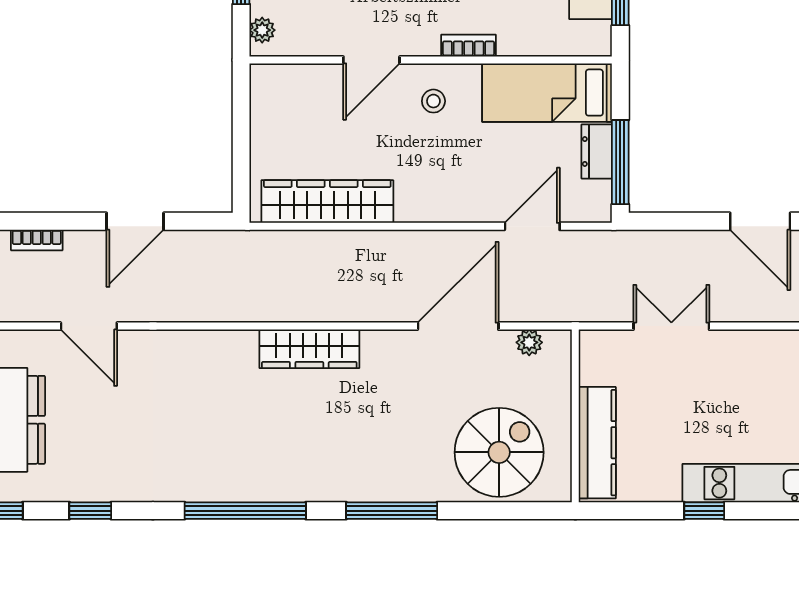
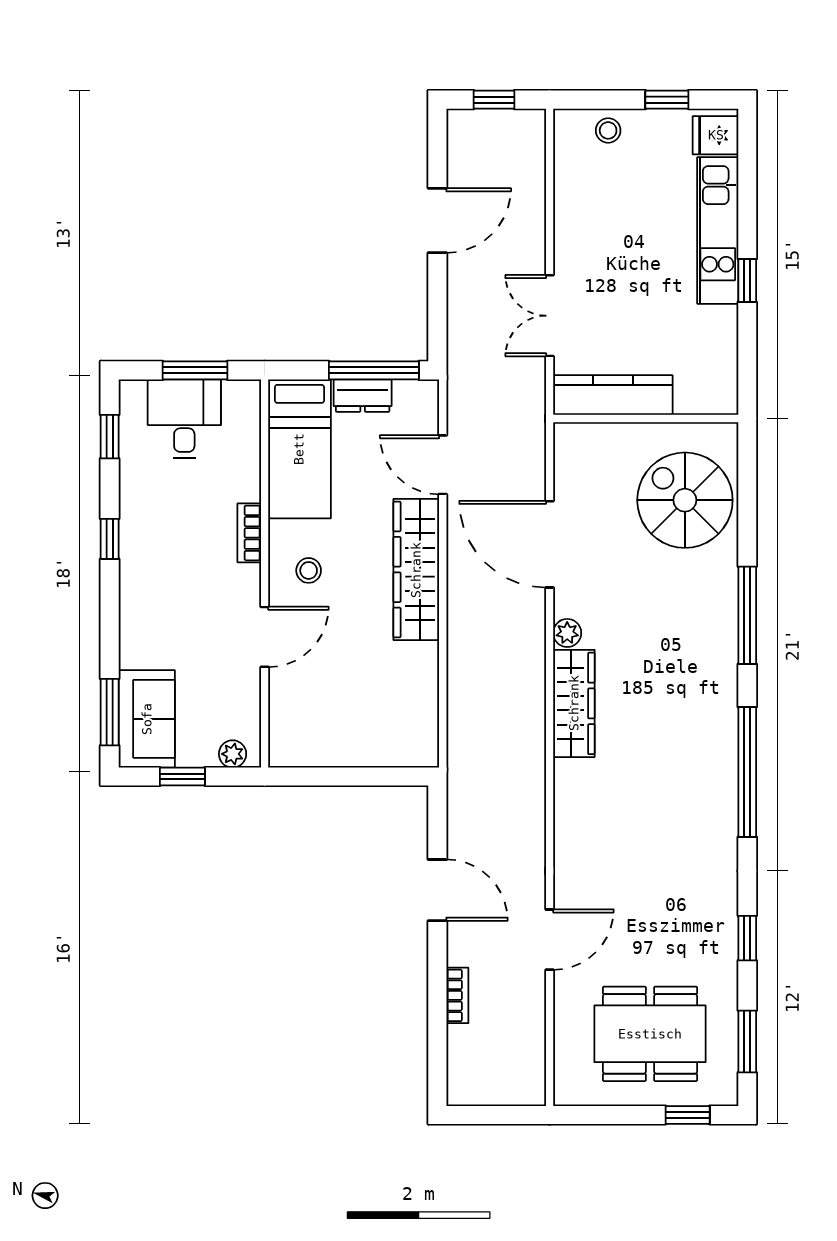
door: (371, 60) -> (265, 637), hinge flipped
wardrobe: (327, 202) -> (416, 570), moved
plant: (529, 342) -> (567, 633), moved
kitchen counter: (597, 443) -> (613, 395), moved

